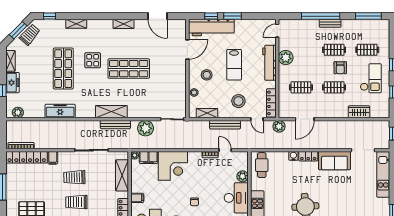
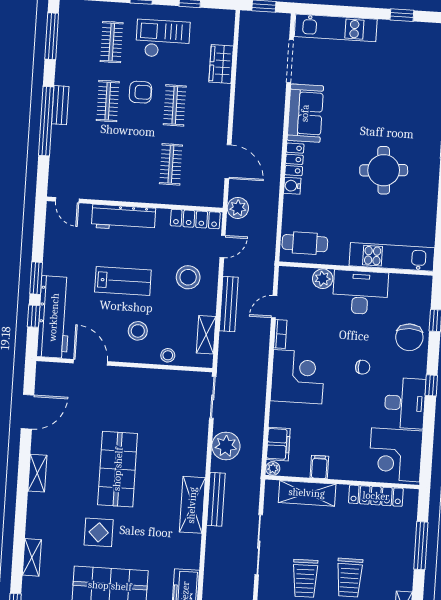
plant: (286, 58) -> (116, 188), removed
corner desk: (173, 166) -> (298, 377), moved
filing cabinet: (137, 198) -> (319, 467), moved

